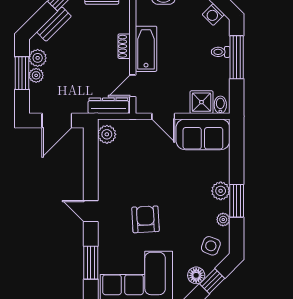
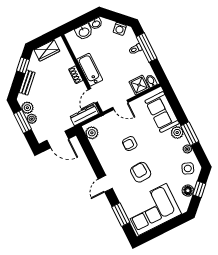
door: (57, 120) -> (58, 139), hinge flipped
sofa: (203, 134) -> (162, 112), moved, turned 90
armchair: (150, 174) -> (130, 144), added
door: (91, 211) -> (105, 184), hinge flipped

